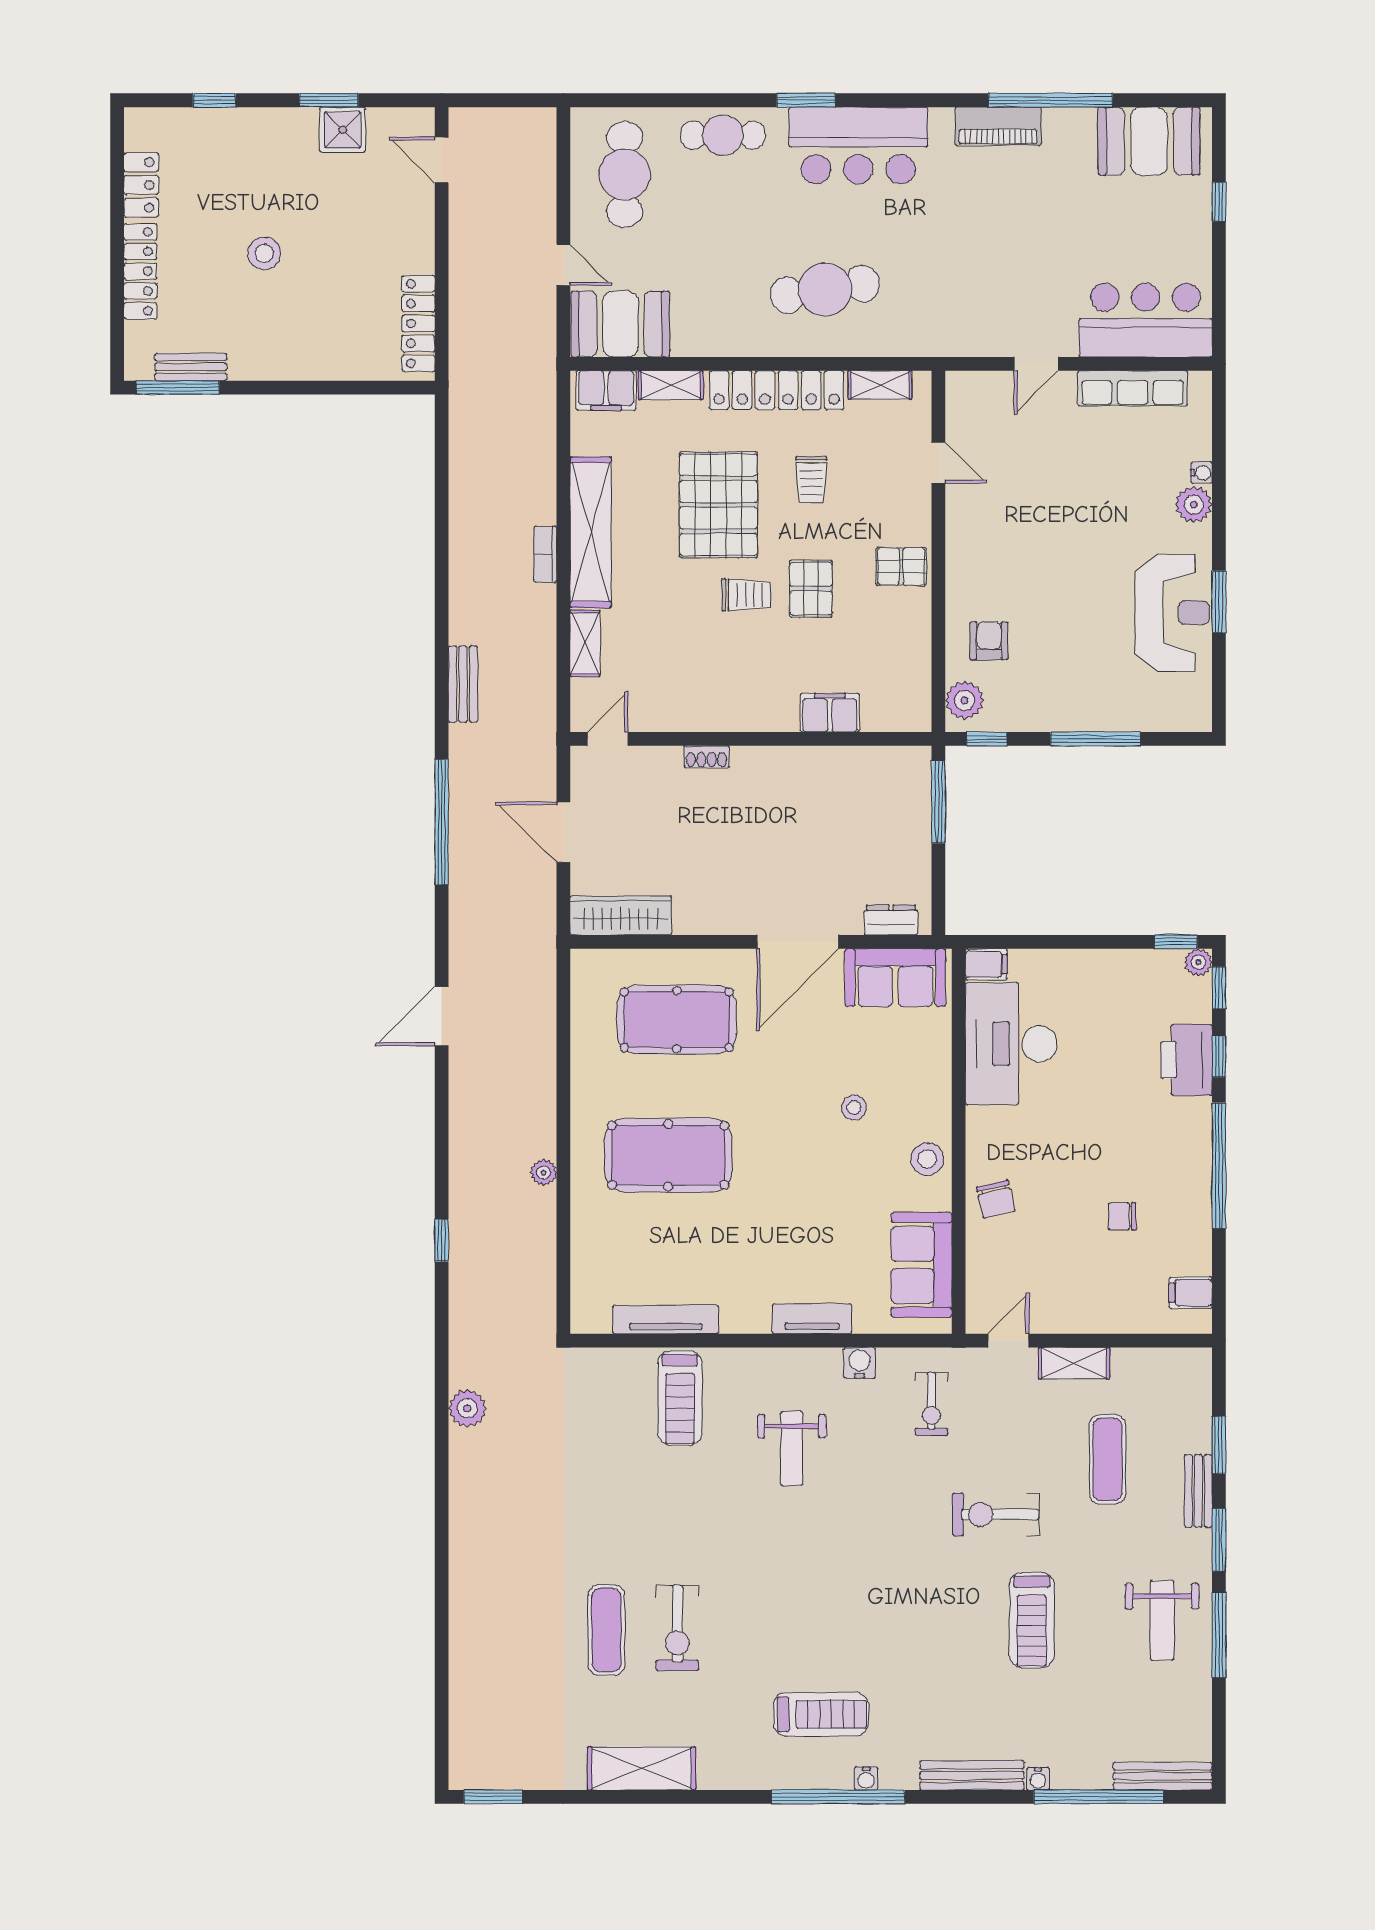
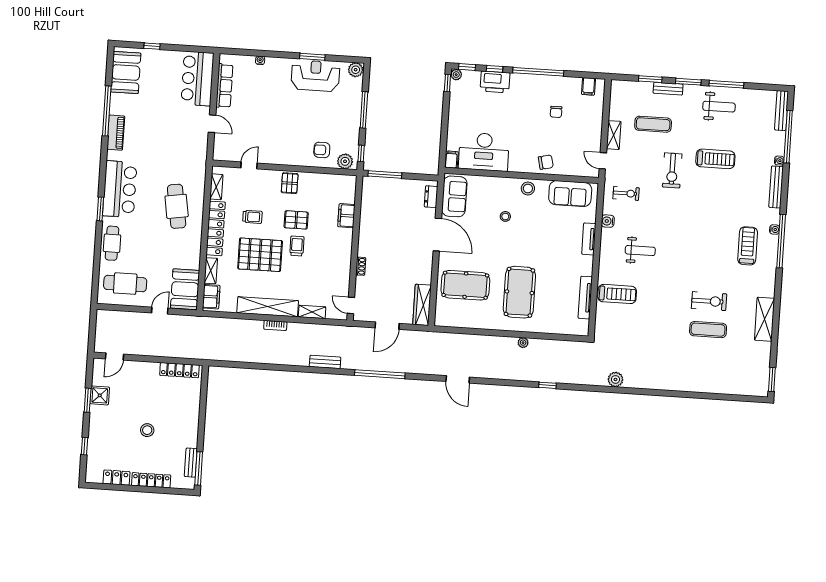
plant: (1194, 505) -> (356, 70), moved
pool table: (677, 1020) -> (465, 285), turned 90

